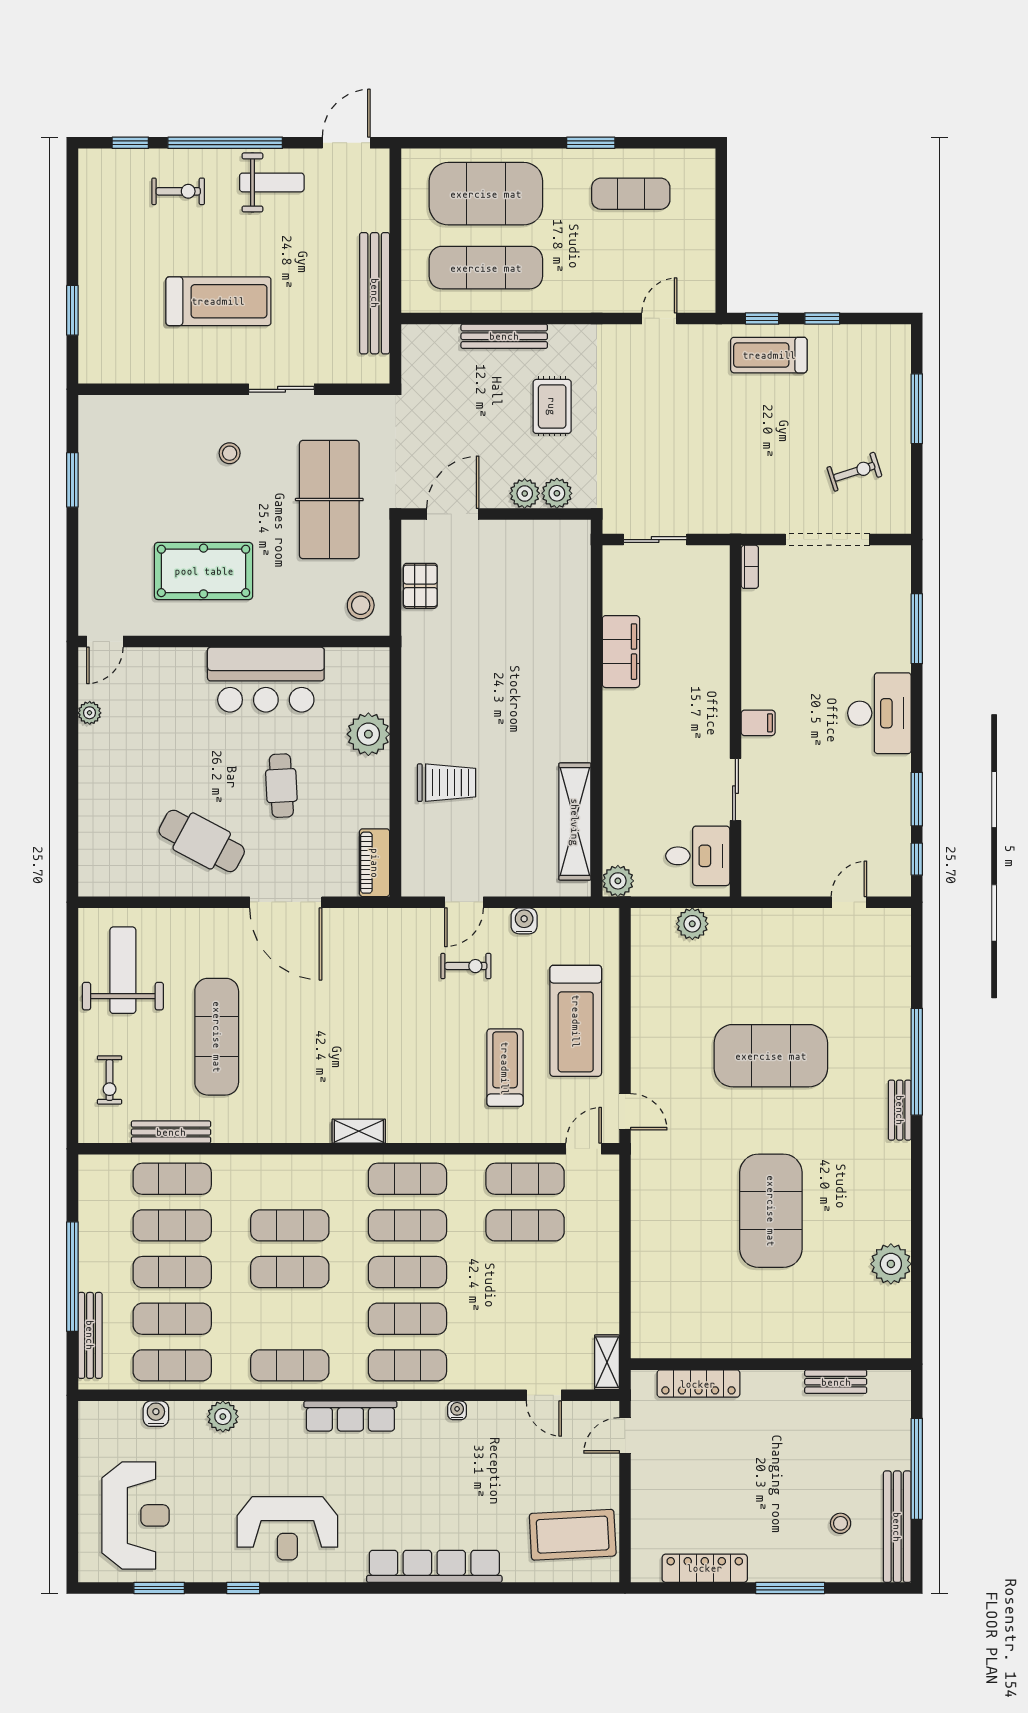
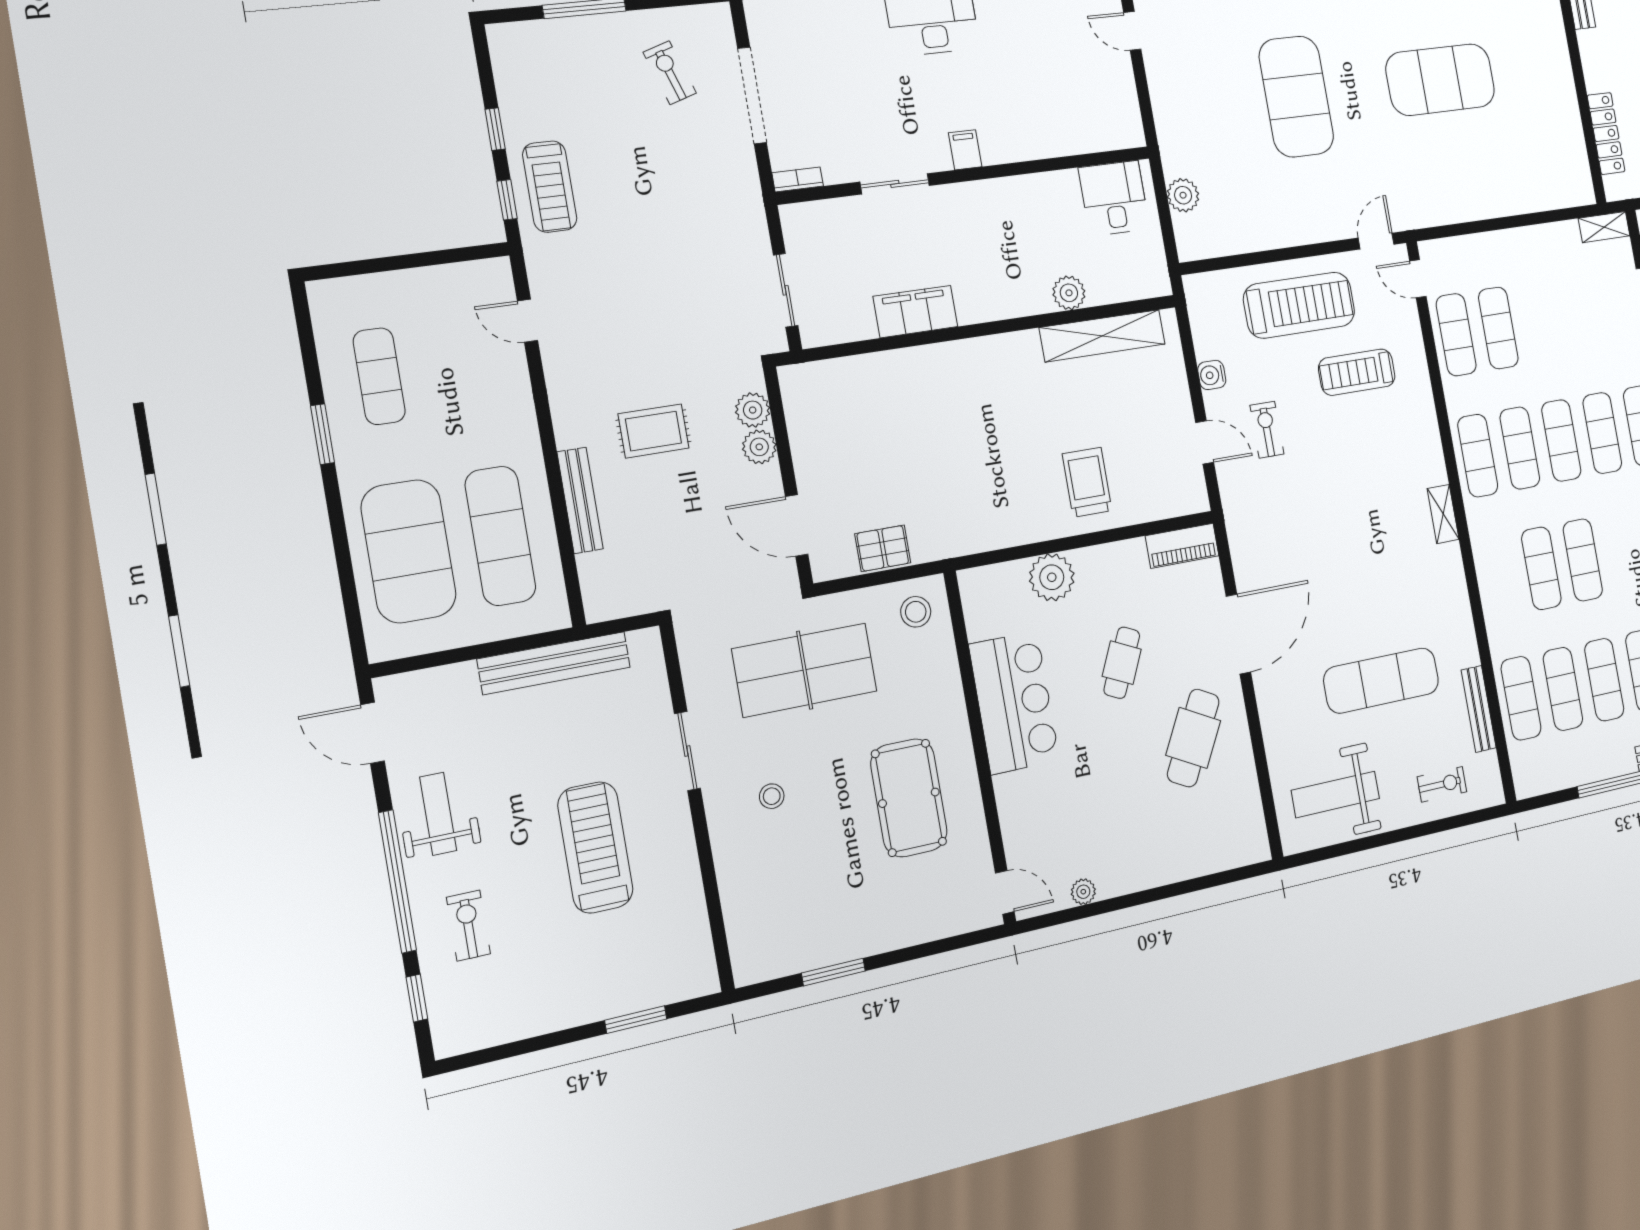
cafe table: (281, 786) -> (1122, 663), turned -62
sliding door: (735, 790) -> (895, 184), moved
plant: (618, 881) -> (1069, 293), moved

